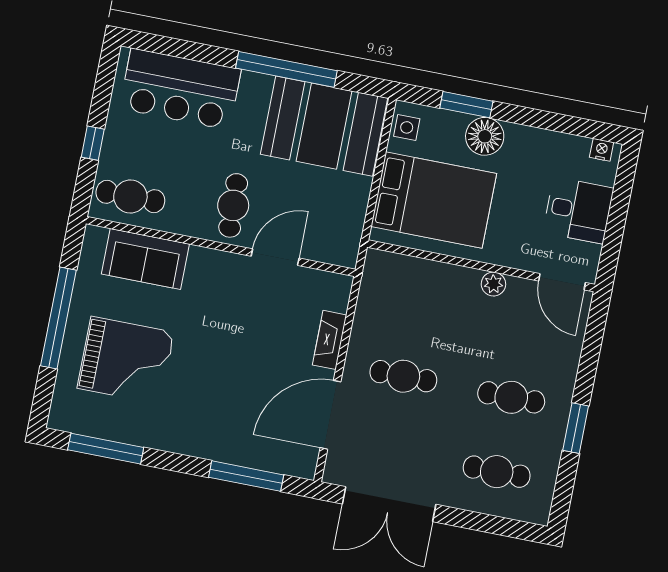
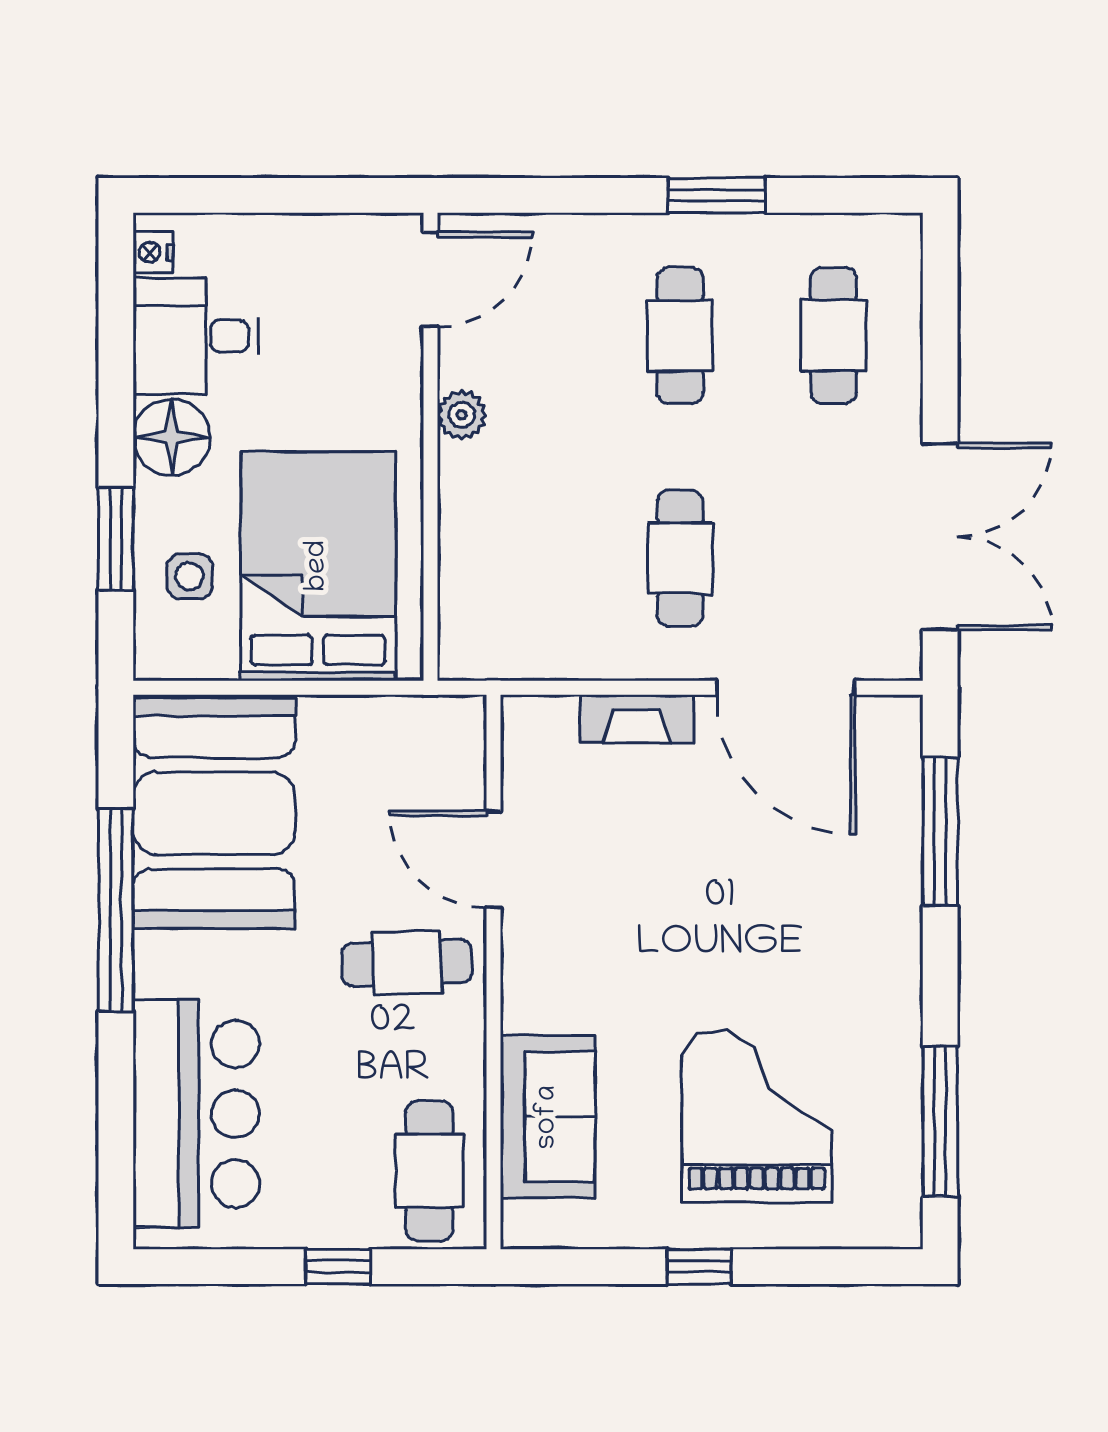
side table: (407, 127) -> (189, 576), moved
floor lamp: (485, 136) -> (172, 437), moved
desk: (578, 210) -> (196, 336), moved, turned -90
window: (58, 318) -> (699, 1267), width x0.32

